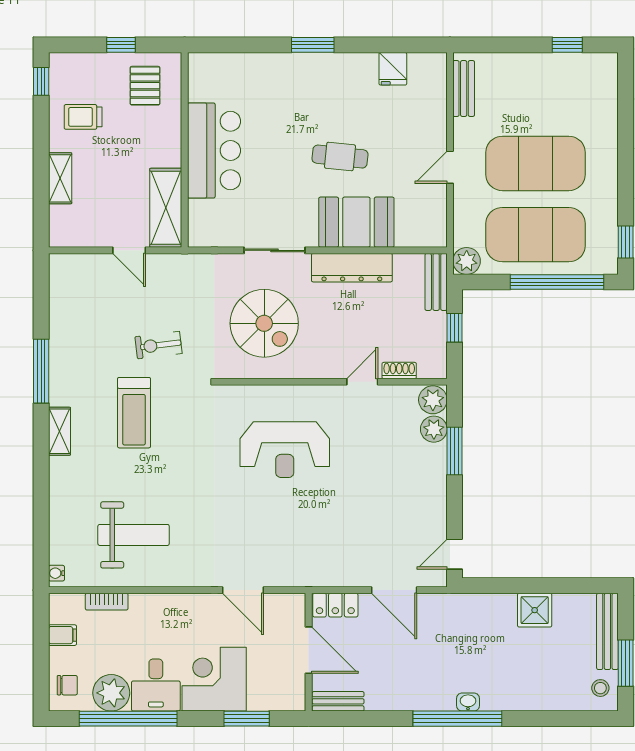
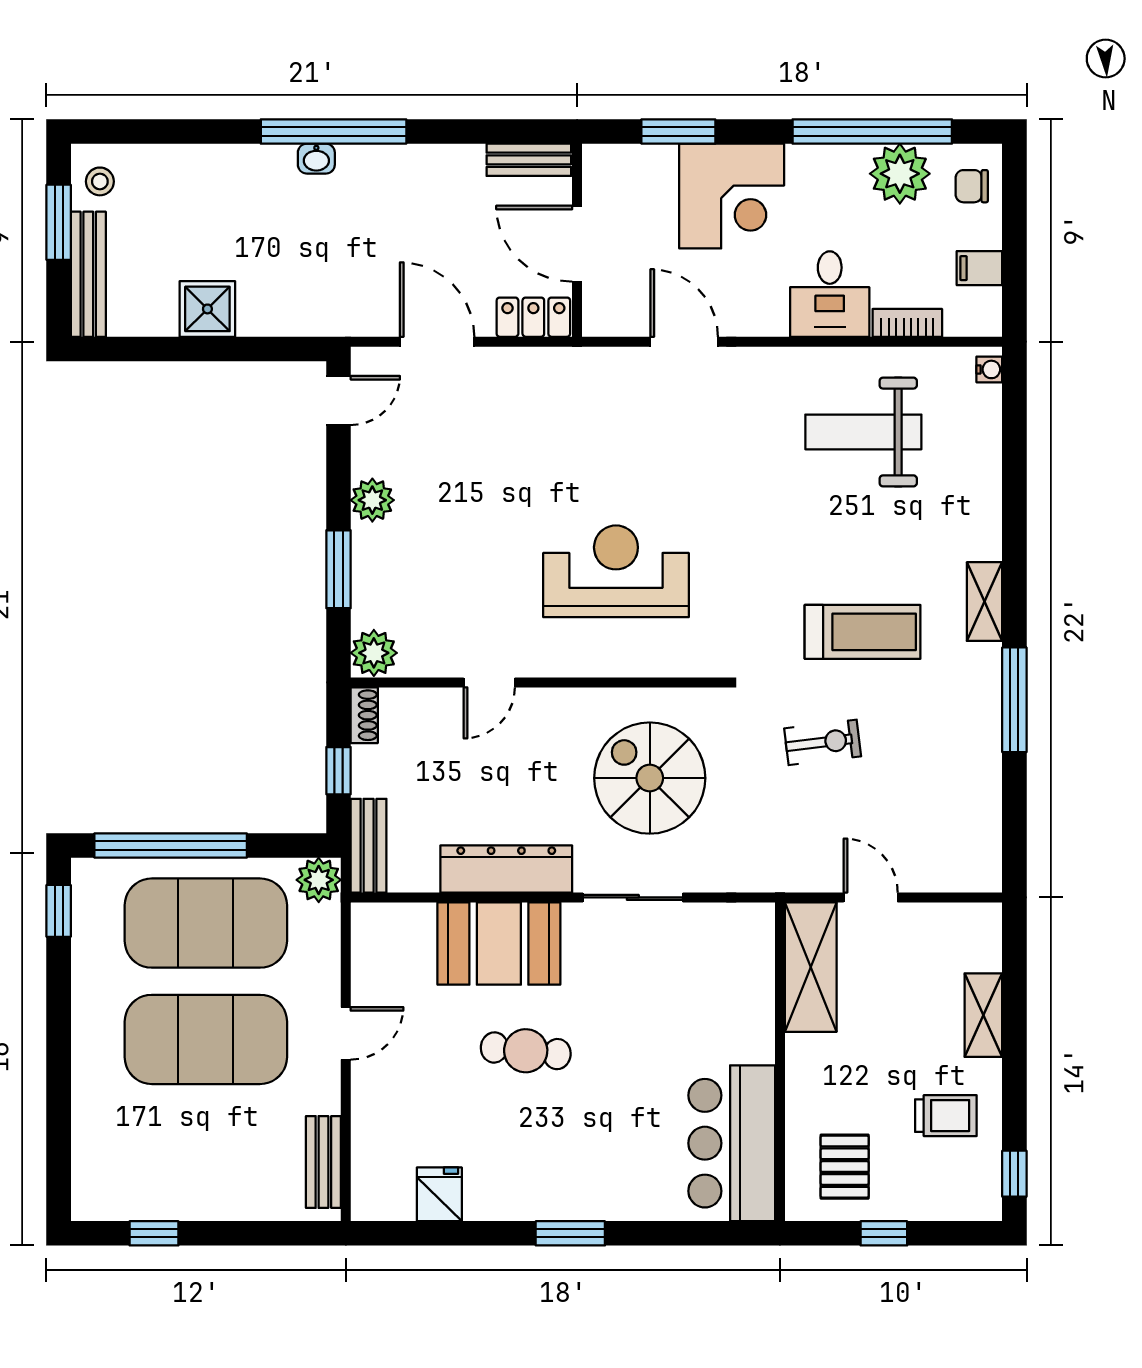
bar counter: (214, 151) -> (732, 1143), moved
shoe rack: (399, 371) -> (364, 715), moved, turned -90
treadmill: (134, 413) -> (863, 632), turned 90
plant: (434, 429) -> (372, 500), moved
desk: (156, 685) -> (830, 294), moved, turned 180

